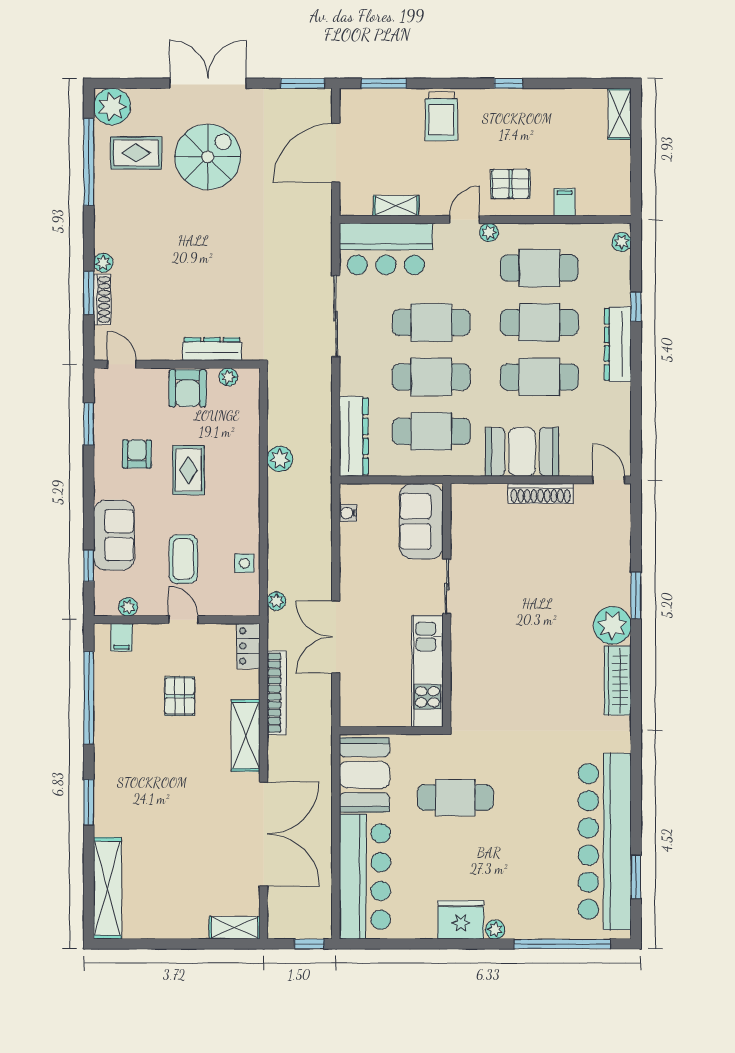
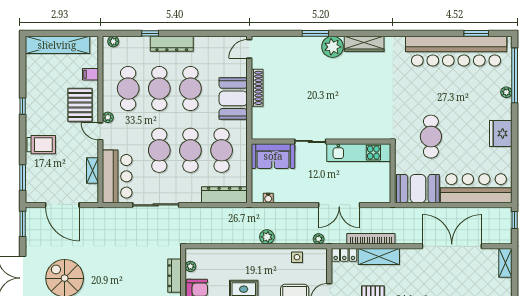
shelving: (620, 114) -> (57, 45), width x2.20, depth x1.33
pallet: (511, 184) -> (80, 105), width x1.50, depth x1.42
plant: (280, 459) -> (267, 237), moved
shelving: (246, 736) -> (379, 256), moved
plant: (495, 929) -> (506, 92), moved

